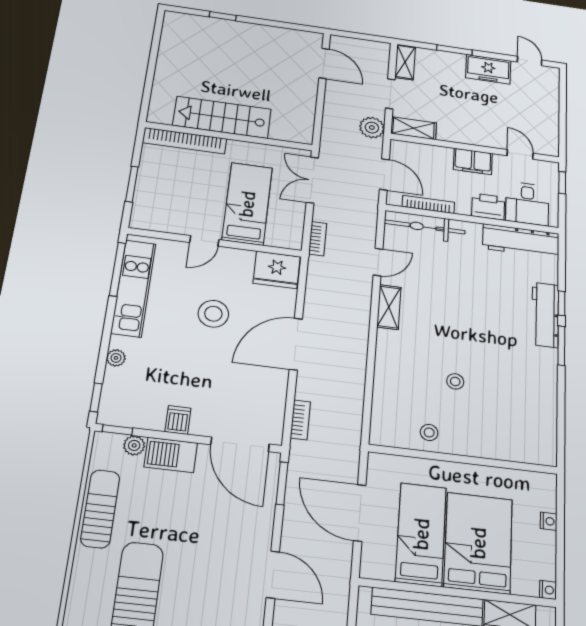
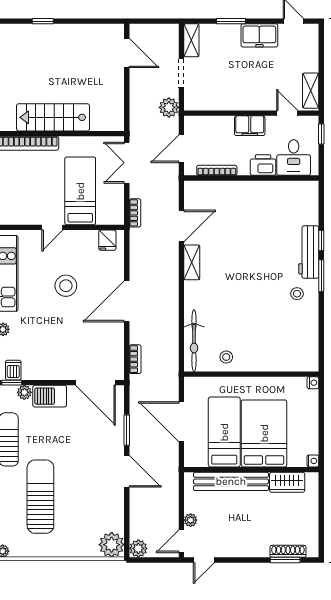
shelving: (414, 128) -> (311, 91), moved, turned 90
door: (384, 174) -> (181, 149), swing flipped
bicycle: (425, 227) -> (194, 341), moved, turned -90
workbench: (521, 241) -> (289, 192), removed
door: (378, 262) -> (181, 226), width x1.38
fridge: (277, 270) -> (107, 240), width x0.53, depth x0.75
stool: (455, 381) -> (297, 294), moved
dishwasher: (178, 420) -> (13, 370), moved
window: (282, 483) -> (127, 430), moved
nightstand: (549, 521) -> (313, 383), moved

